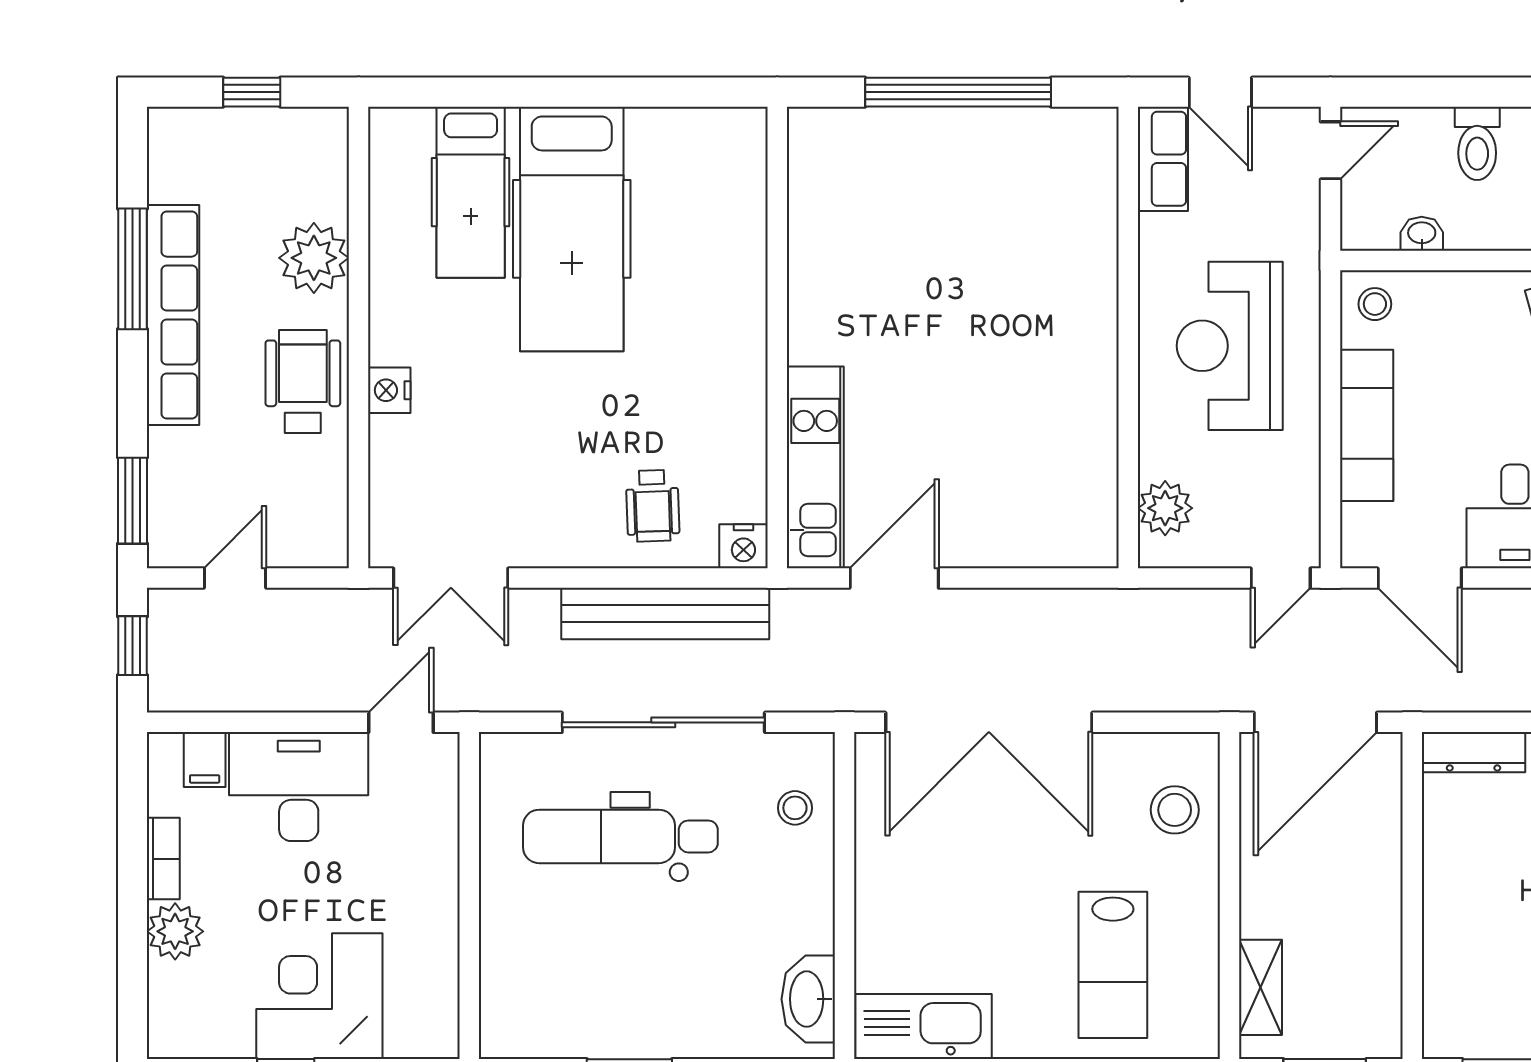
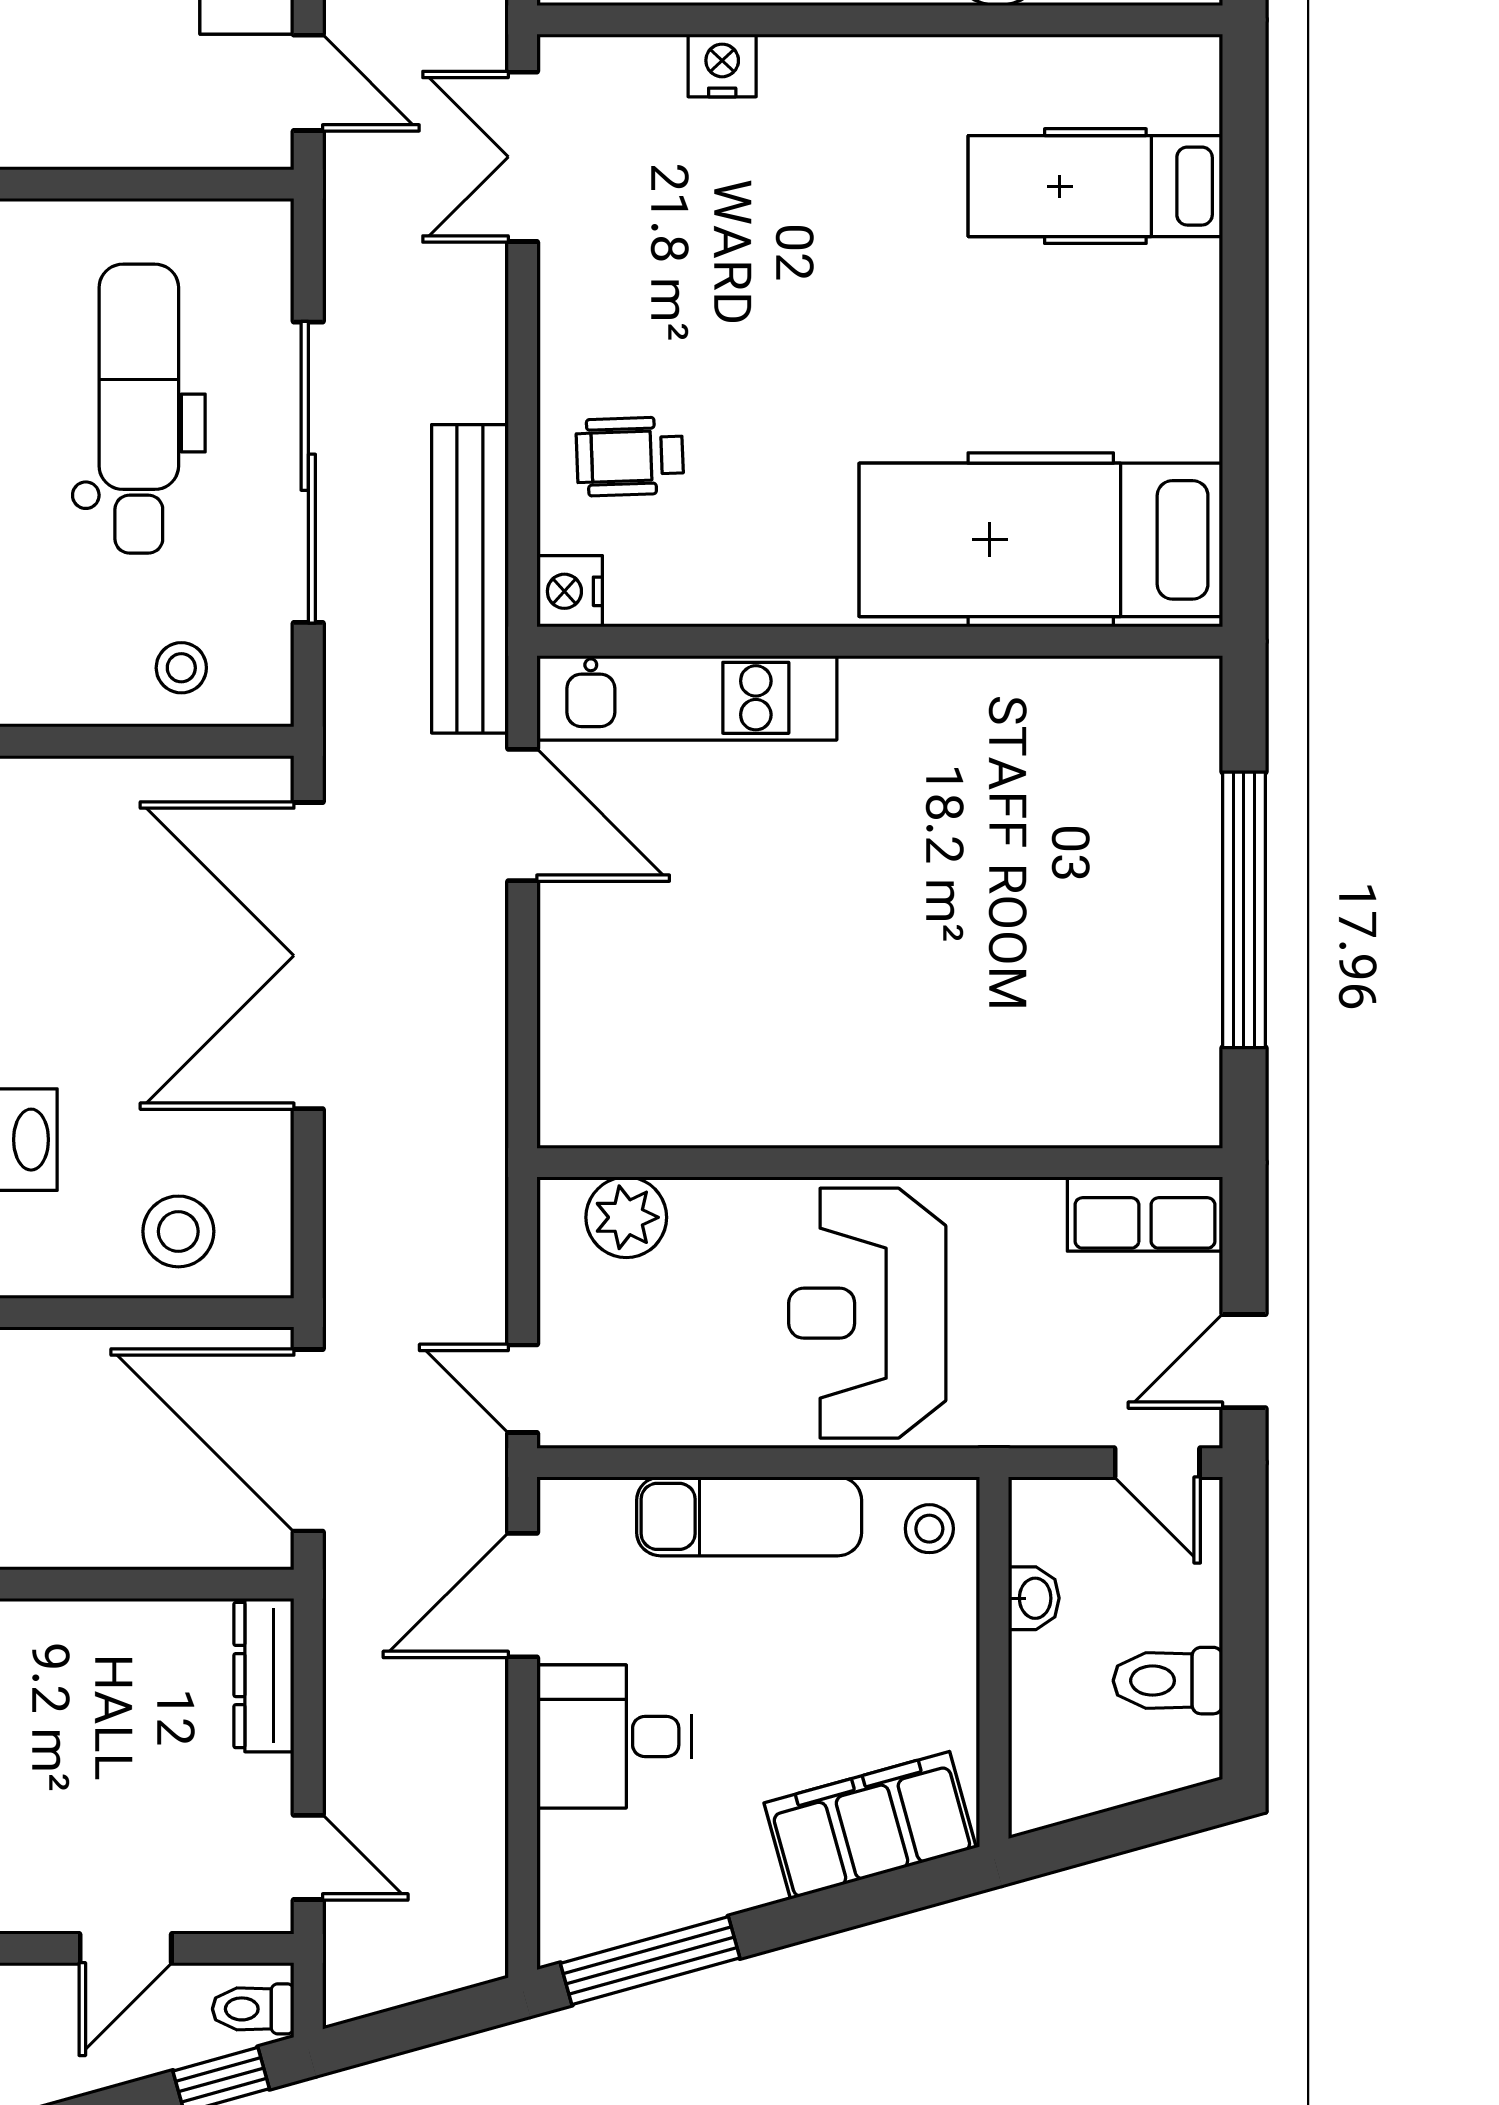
door: (1220, 92) -> (1244, 1361), moved
hospital bed: (572, 229) -> (1041, 540), moved
reception desk: (1230, 346) -> (867, 1313), turned -90
nightstand: (389, 390) -> (722, 65), moved
bench: (665, 613) -> (470, 579), moved

